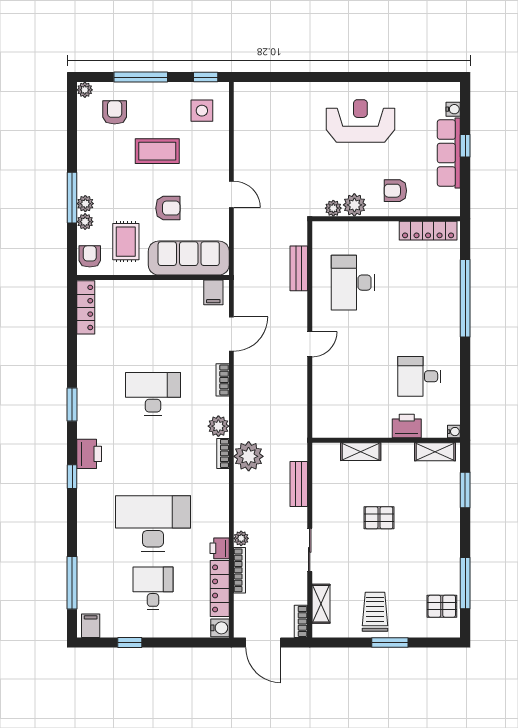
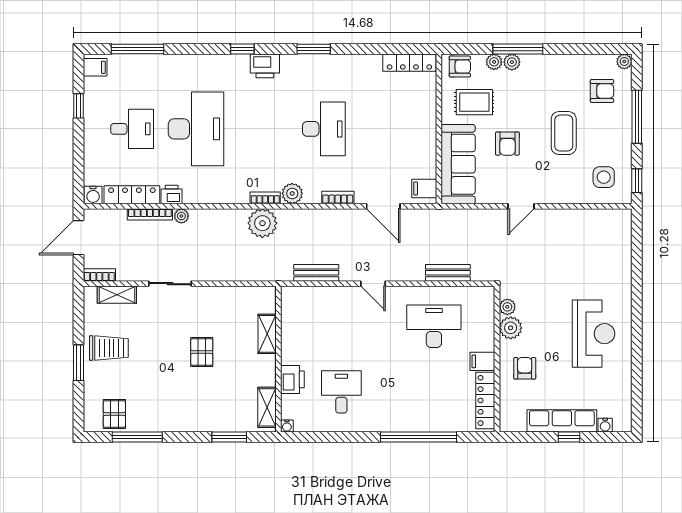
filing cabinet: (388, 234) -> (482, 361), added
bench: (299, 484) -> (316, 273), moved

